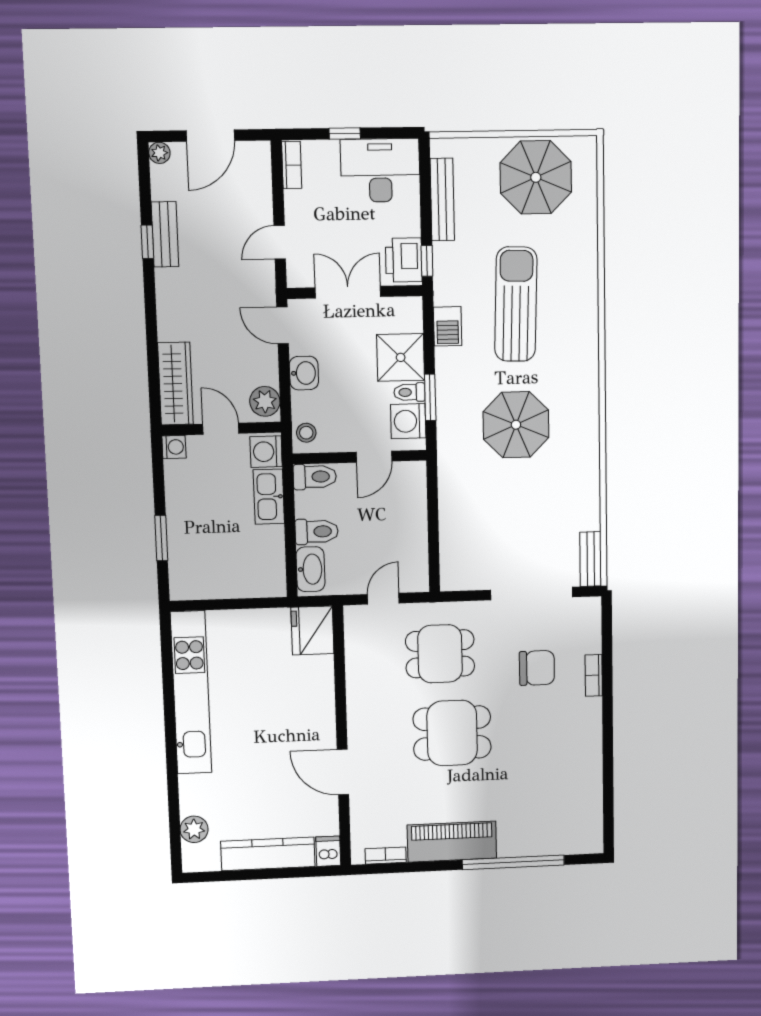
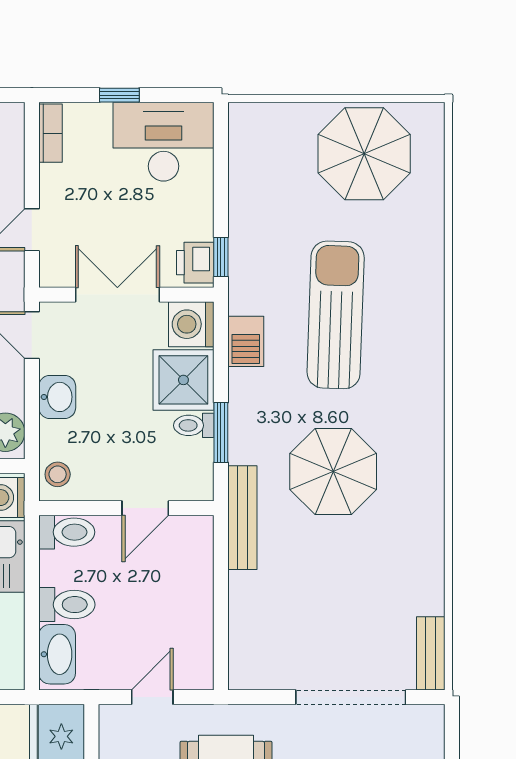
bench: (442, 200) -> (242, 518), moved
printer: (404, 260) -> (195, 263), width x0.73, depth x0.81
washing machine: (408, 421) -> (191, 324), moved

